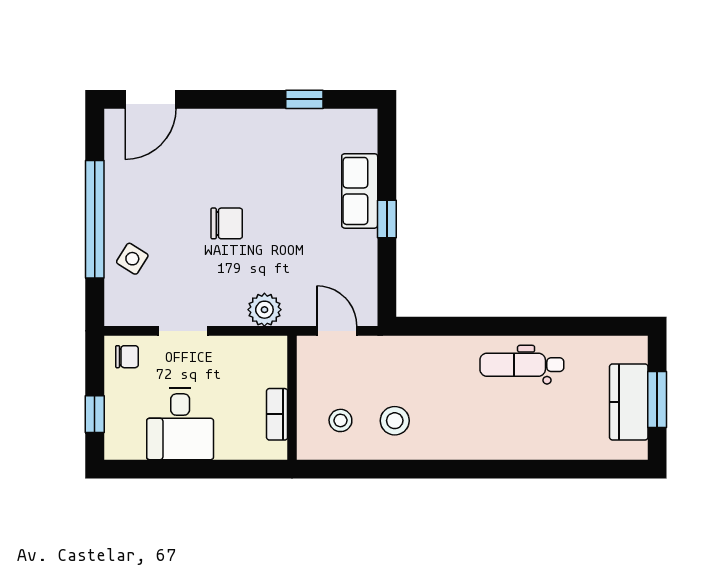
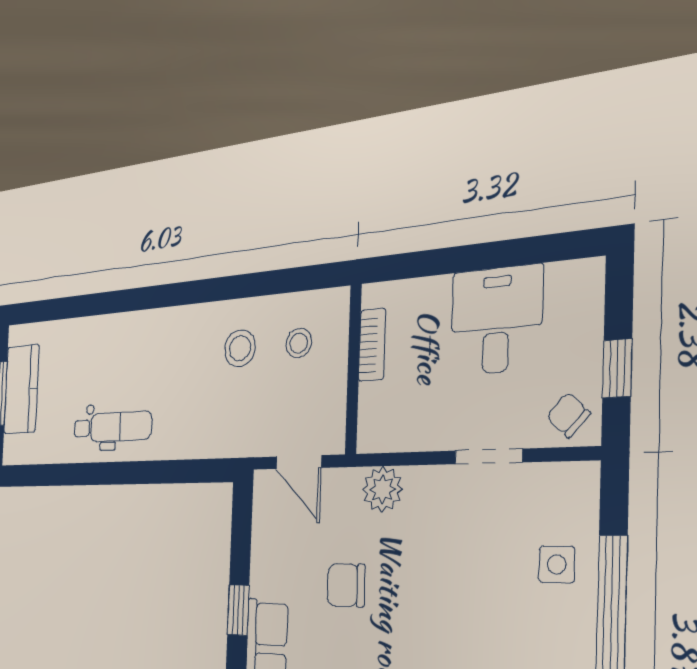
chair: (227, 223) -> (346, 585), moved
side table: (132, 259) -> (557, 564), turned -32
chair: (127, 357) -> (568, 415), turned 43
window: (95, 414) -> (617, 368), moved

